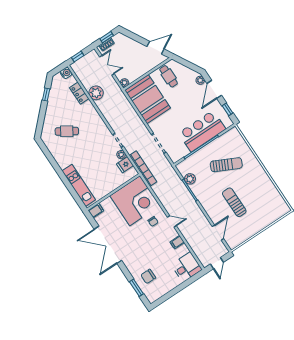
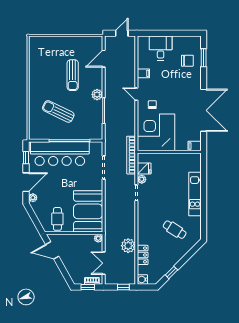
bar counter: (202, 131) -> (60, 154), width x1.36
plant: (190, 179) -> (97, 95), moved
kitchen unit: (79, 185) -> (195, 194), moved
desk: (187, 267) -> (161, 48), moved, turned 90

